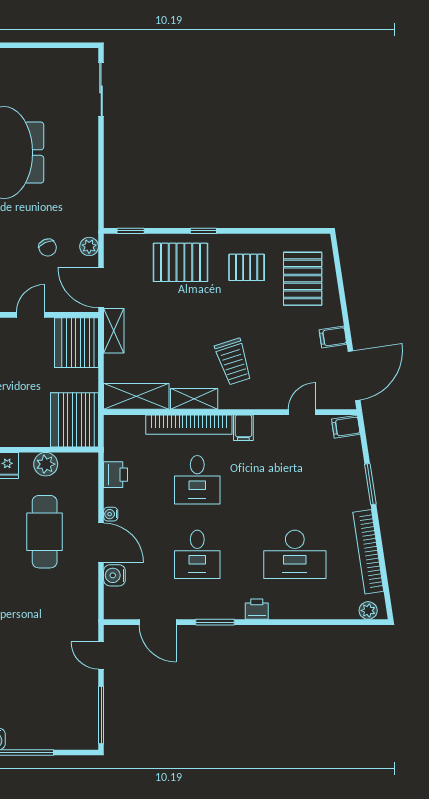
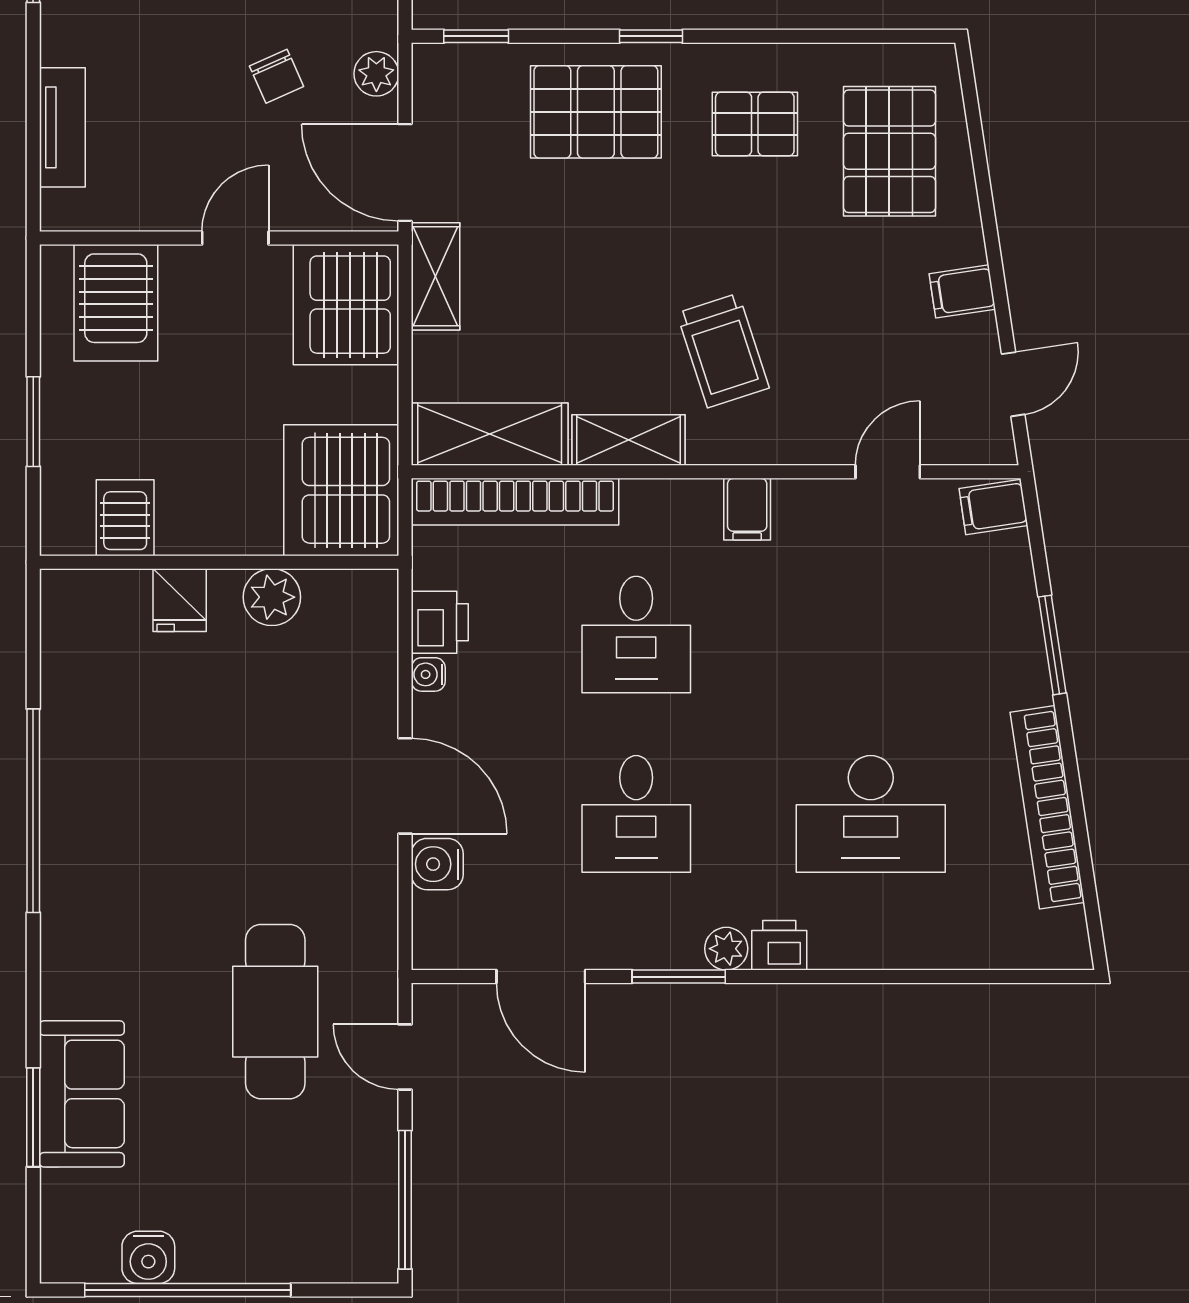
door: (354, 376) -> (1013, 384), width x0.53
bookcase: (189, 425) -> (515, 502), moved
water cooler: (111, 514) -> (428, 674), moved
cafe table: (45, 532) -> (275, 1012), moved
plant: (368, 611) -> (726, 949), moved

